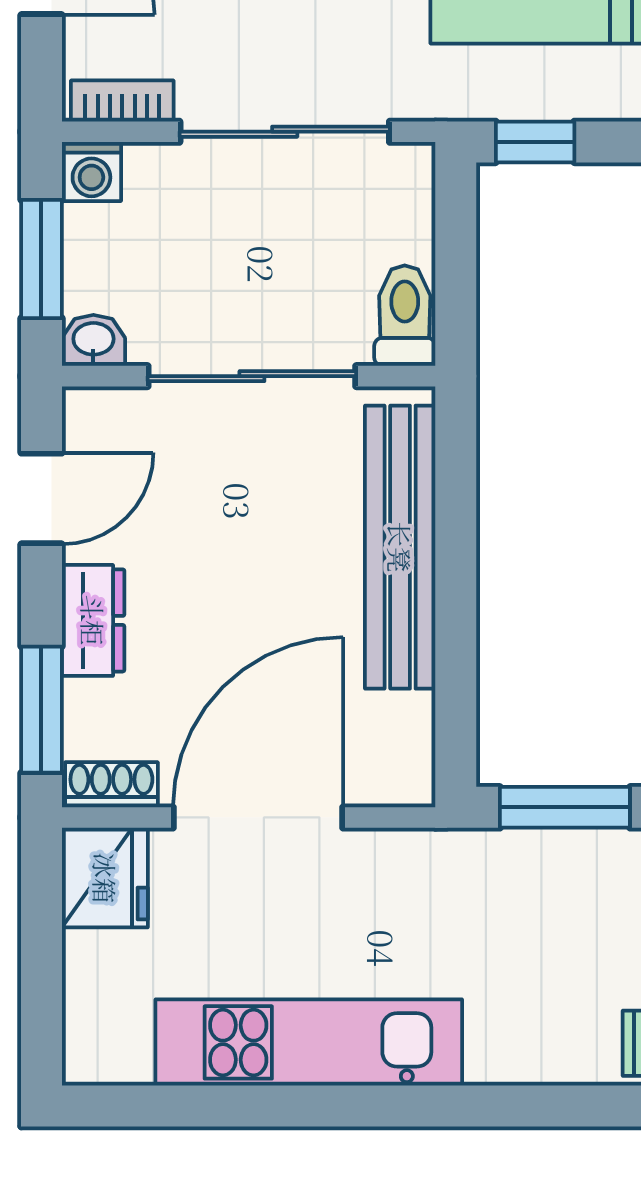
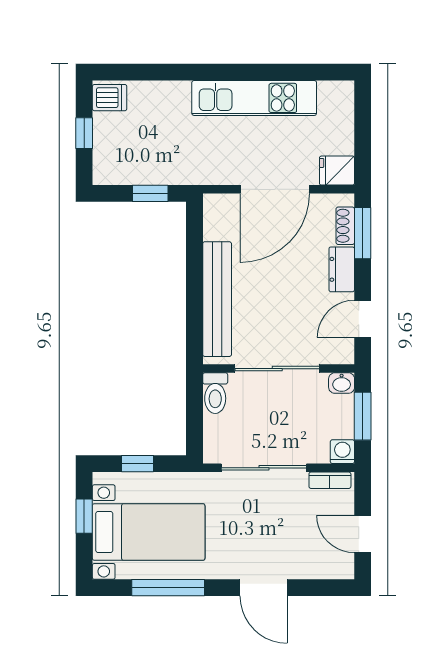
window: (535, 142) -> (137, 464), moved
shoe rack: (111, 785) -> (345, 226), moved, turned 90
window: (565, 807) -> (150, 193), width x0.67
fridge: (105, 878) -> (337, 171), width x0.72

